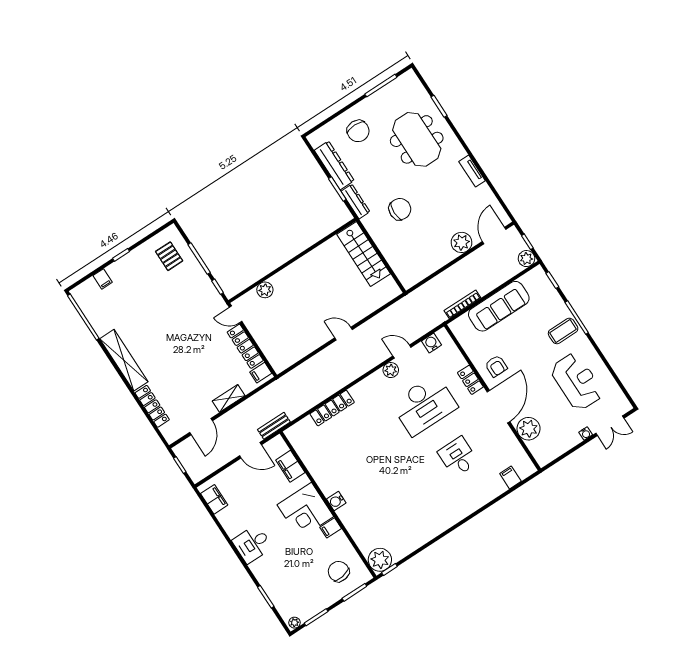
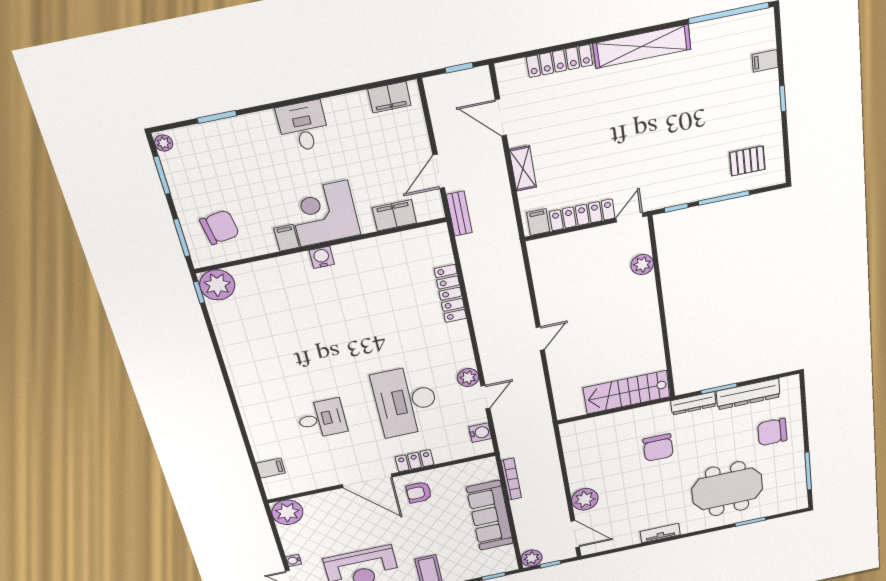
plant: (529, 429) -> (287, 512), moved

